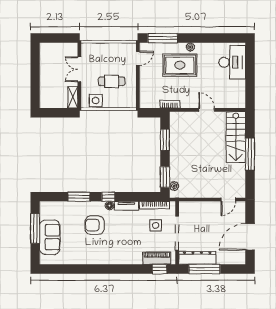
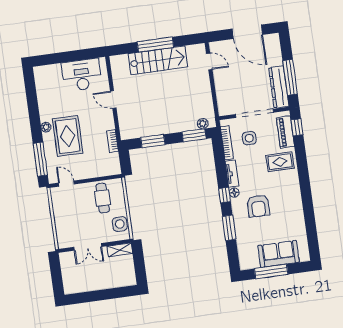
desk: (232, 62) -> (82, 75), moved
cafe table: (112, 81) -> (103, 198), moved
door: (207, 110) -> (113, 100), hinge flipped
stairs: (236, 137) -> (158, 60), moved
rug: (131, 250) -> (280, 162), added

